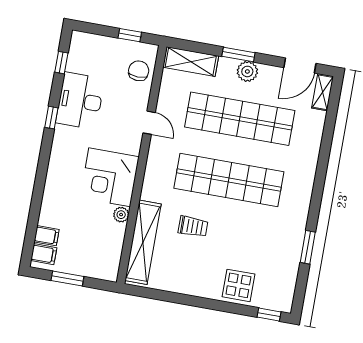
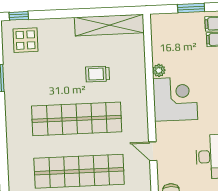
shelving: (143, 242) -> (109, 25), moved, turned 90
display table: (238, 285) -> (25, 40), moved

